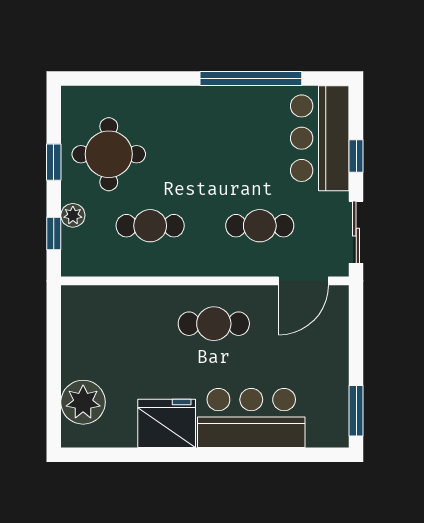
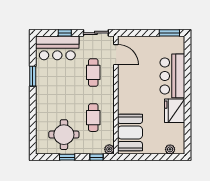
window: (251, 79) -> (33, 76), width x0.47
plant: (73, 215) -> (109, 149), moved
booth: (114, 315) -> (130, 133), added
cafe table: (214, 324) -> (134, 91), removed
plant: (83, 402) -> (170, 149), width x0.53, depth x0.53

